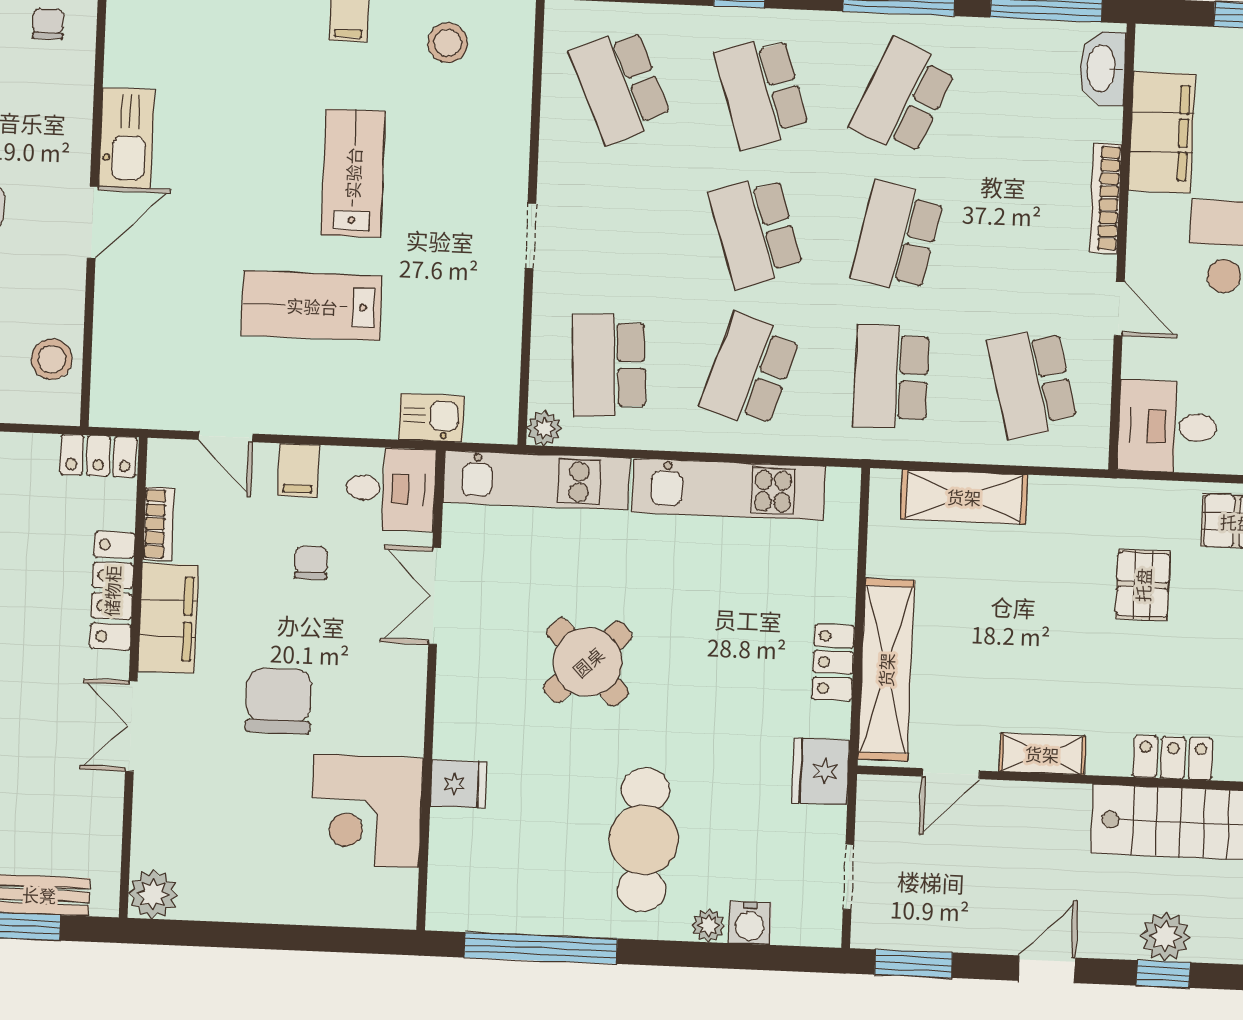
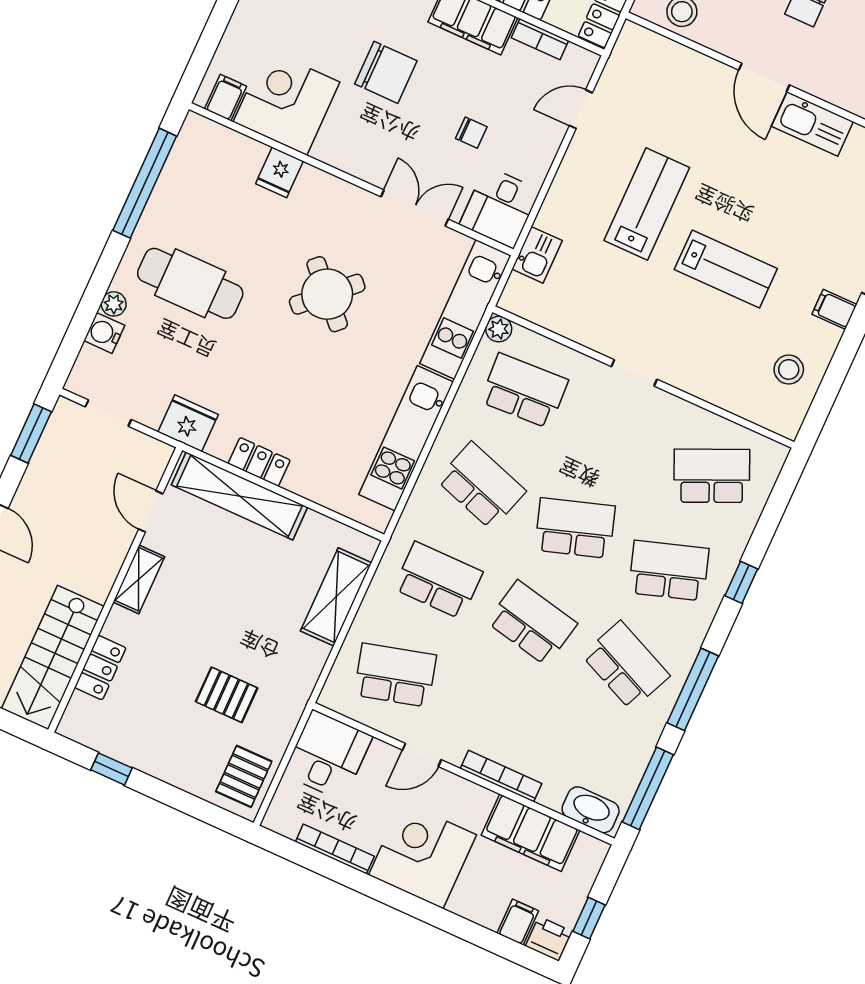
filing cabinet: (298, 470) -> (225, 98), moved, turned 90

